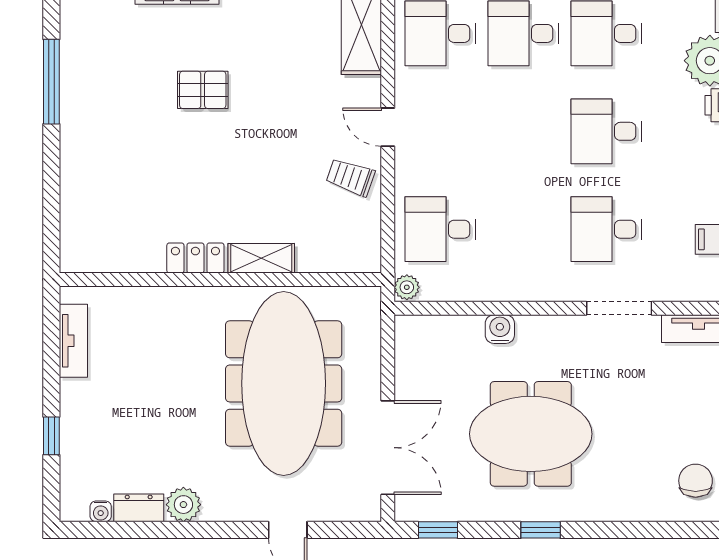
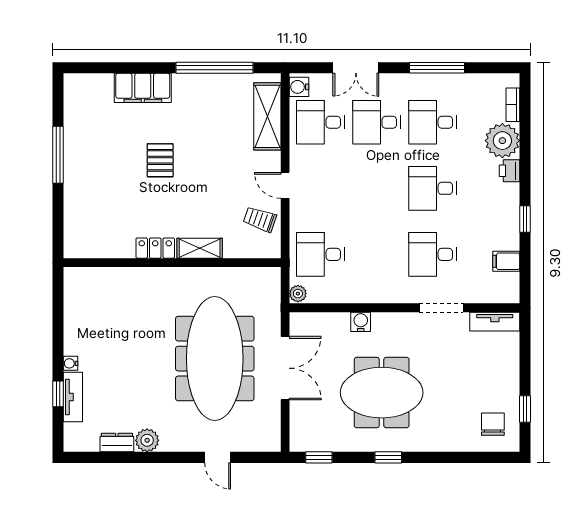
pallet: (203, 90) -> (160, 160), turned 90
locker: (195, 258) -> (155, 248), moved
shelving: (261, 258) -> (200, 248), moved
wall: (220, 280) -> (172, 263), moved
tv unit: (73, 341) -> (73, 397), moved
double door: (388, 448) -> (285, 368), moved
water cooler: (101, 511) -> (70, 363), moved, turned 90

